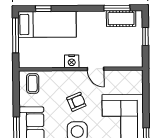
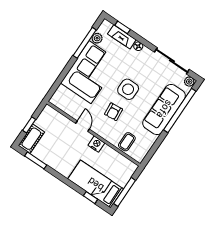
cot: (121, 19) -> (31, 139), moved, turned 90
coffee table: (33, 84) -> (127, 142), moved
armchair: (76, 102) -> (114, 112), turned -73

